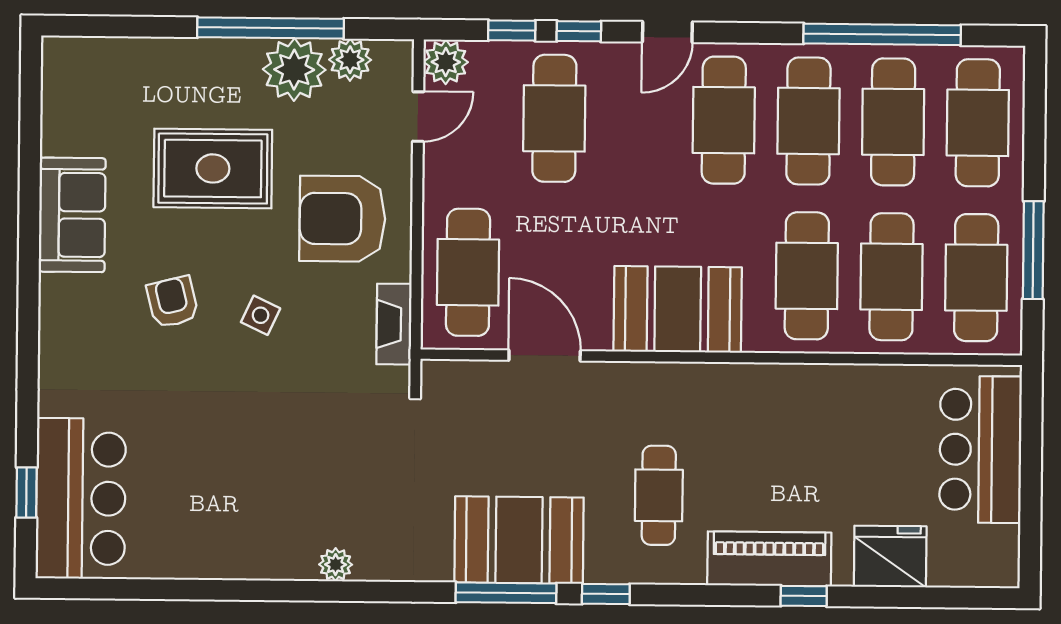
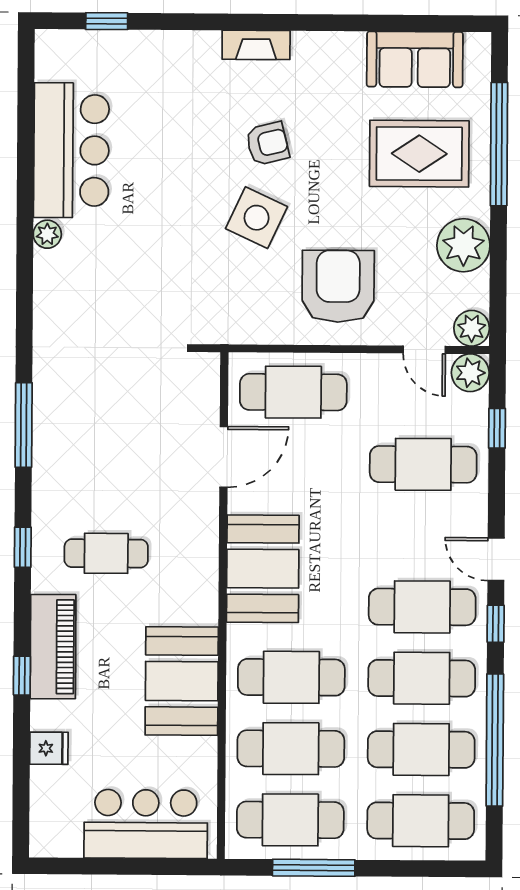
window: (271, 28) -> (499, 144), moved
window: (579, 31) -> (496, 624), moved
plant: (350, 60) -> (472, 328), moved
rug: (213, 168) -> (419, 154), moved, turned 90
sofa: (72, 215) -> (415, 59), moved
side table: (261, 315) -> (257, 218), width x1.87, depth x1.87
fireplace: (394, 324) -> (256, 45), moved, turned 180
bar counter: (81, 498) -> (71, 150), moved, turned -90
booth: (519, 540) -> (182, 681), moved
fridge: (890, 556) -> (49, 748), width x0.53, depth x0.75
plant: (336, 565) -> (47, 234), moved
window: (606, 594) -> (23, 547), moved

